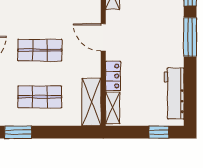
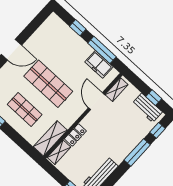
door: (103, 37) -> (96, 101), moved
shop shelf: (40, 50) -> (48, 84), width x1.43, depth x1.36

